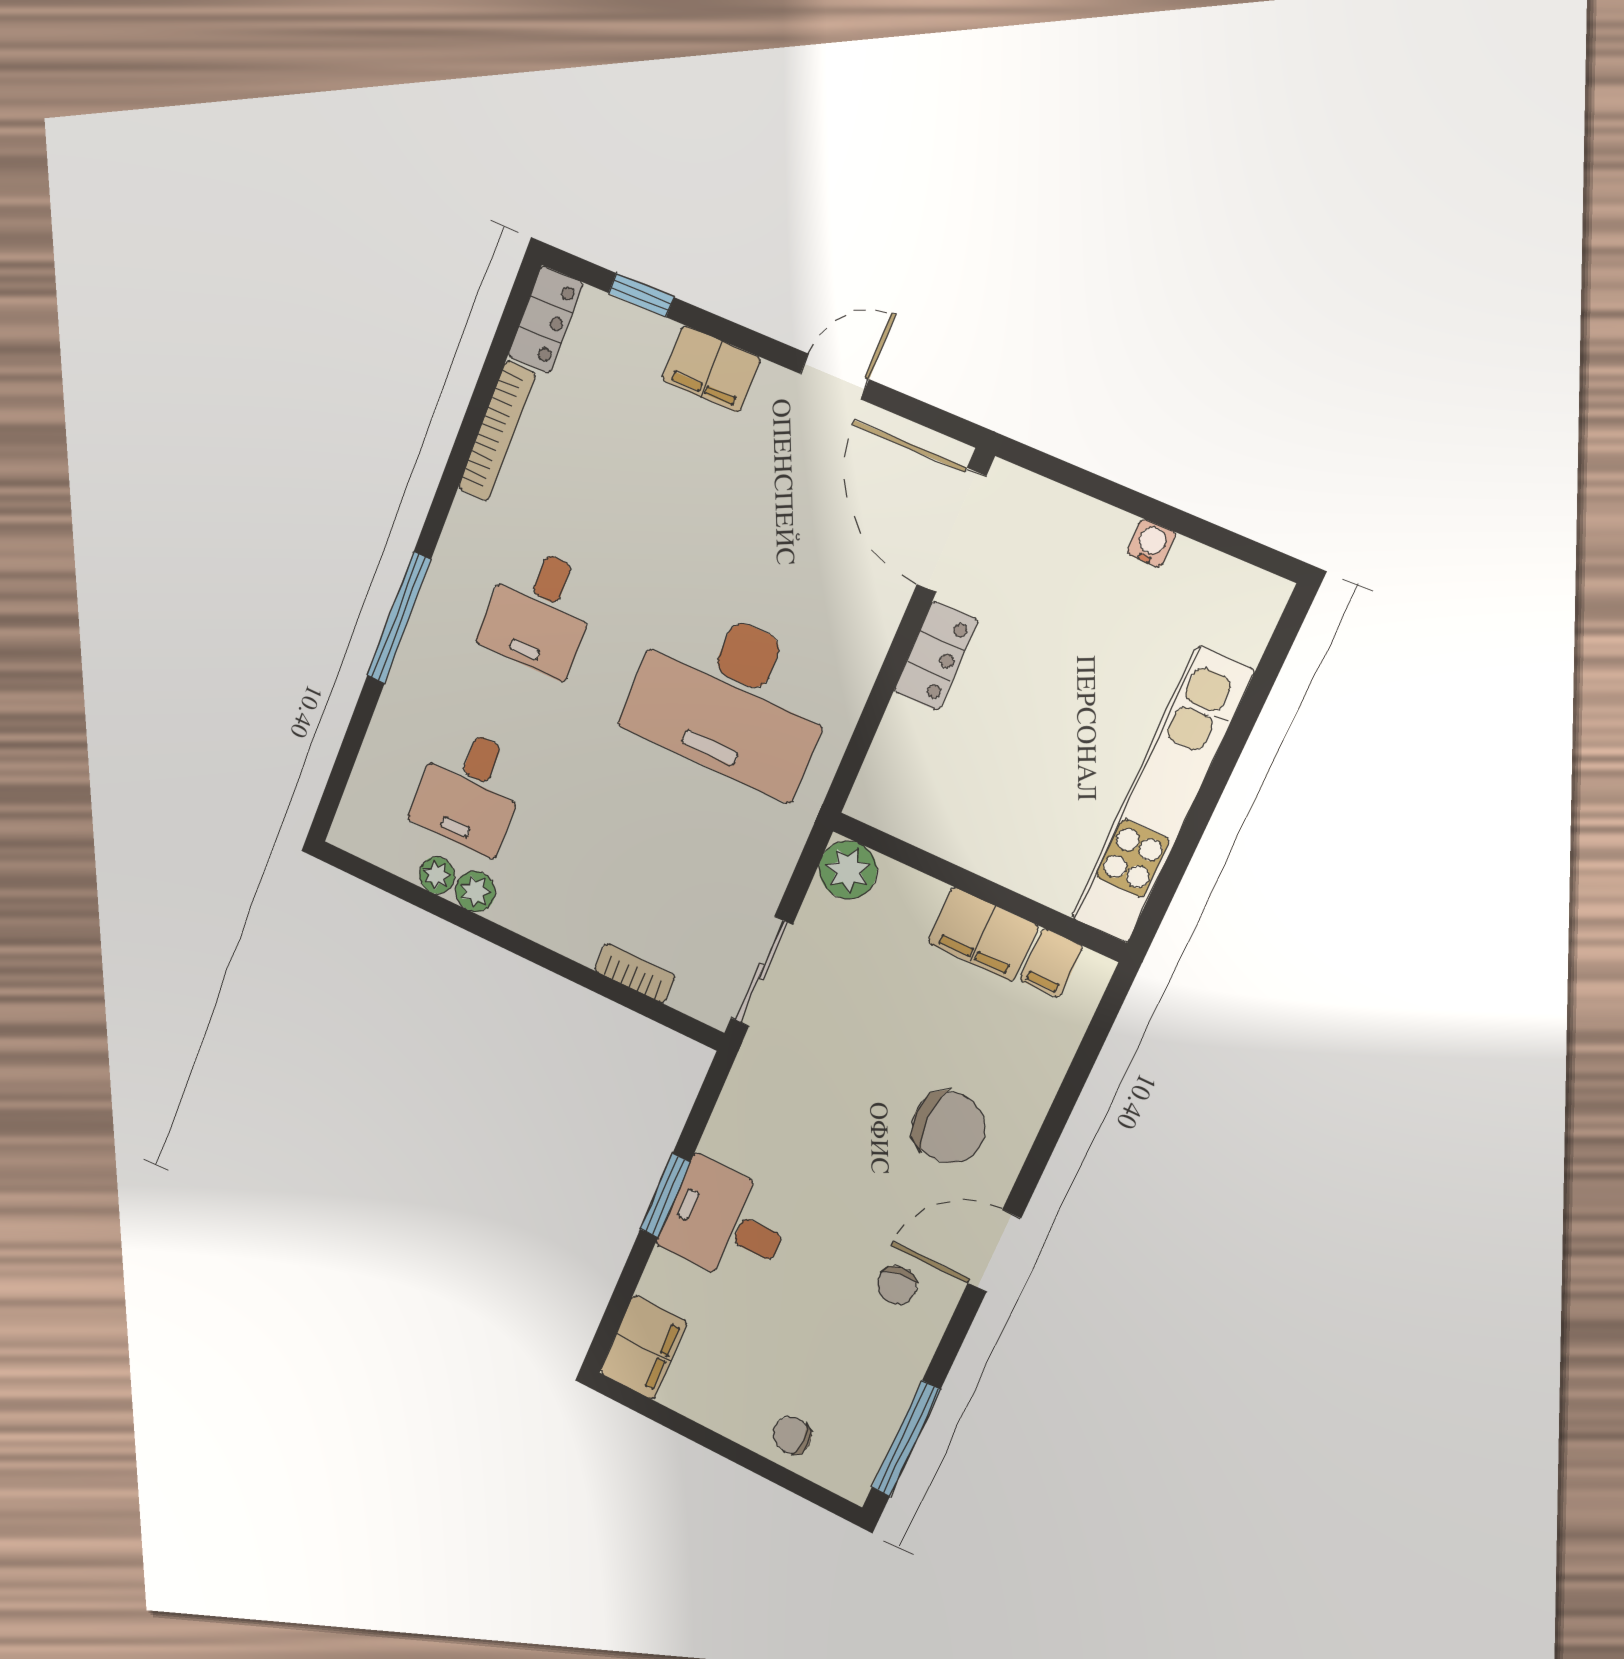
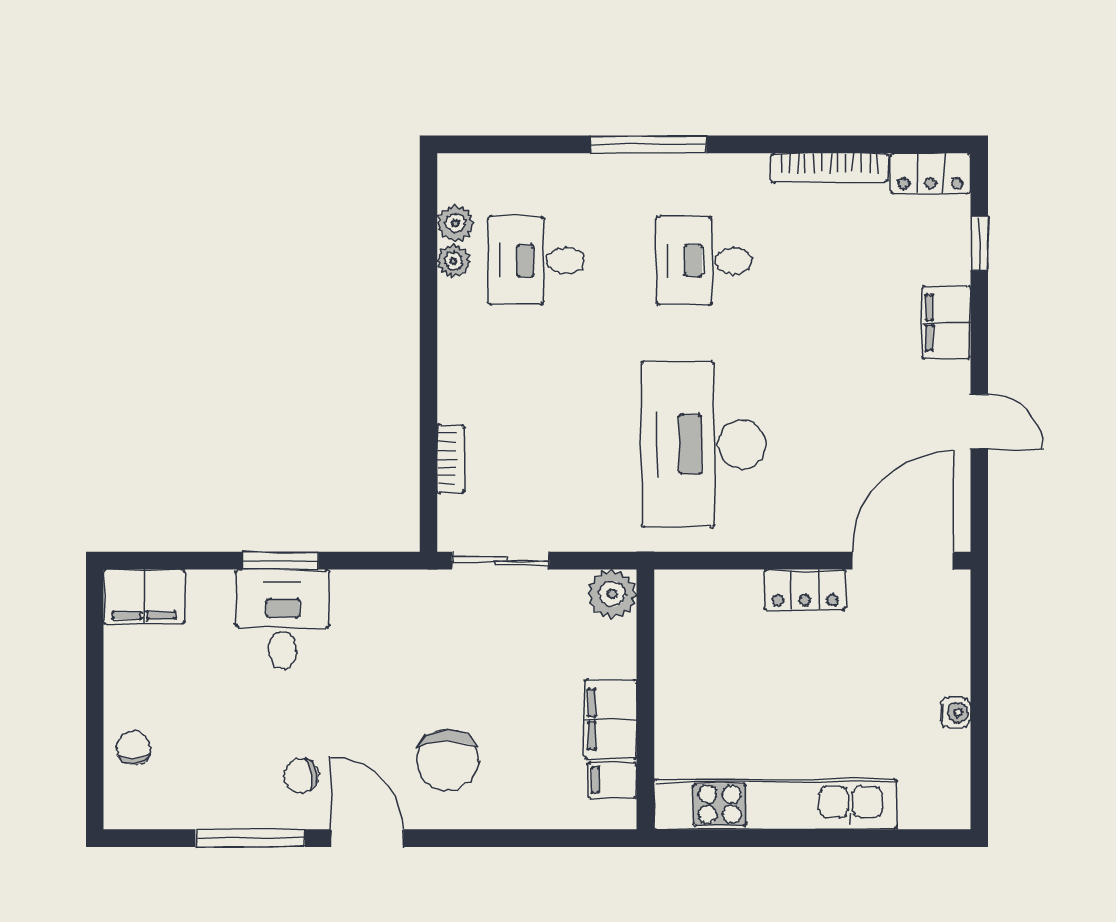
plant: (475, 891) -> (455, 223), moved
window: (906, 1439) -> (250, 838), moved

